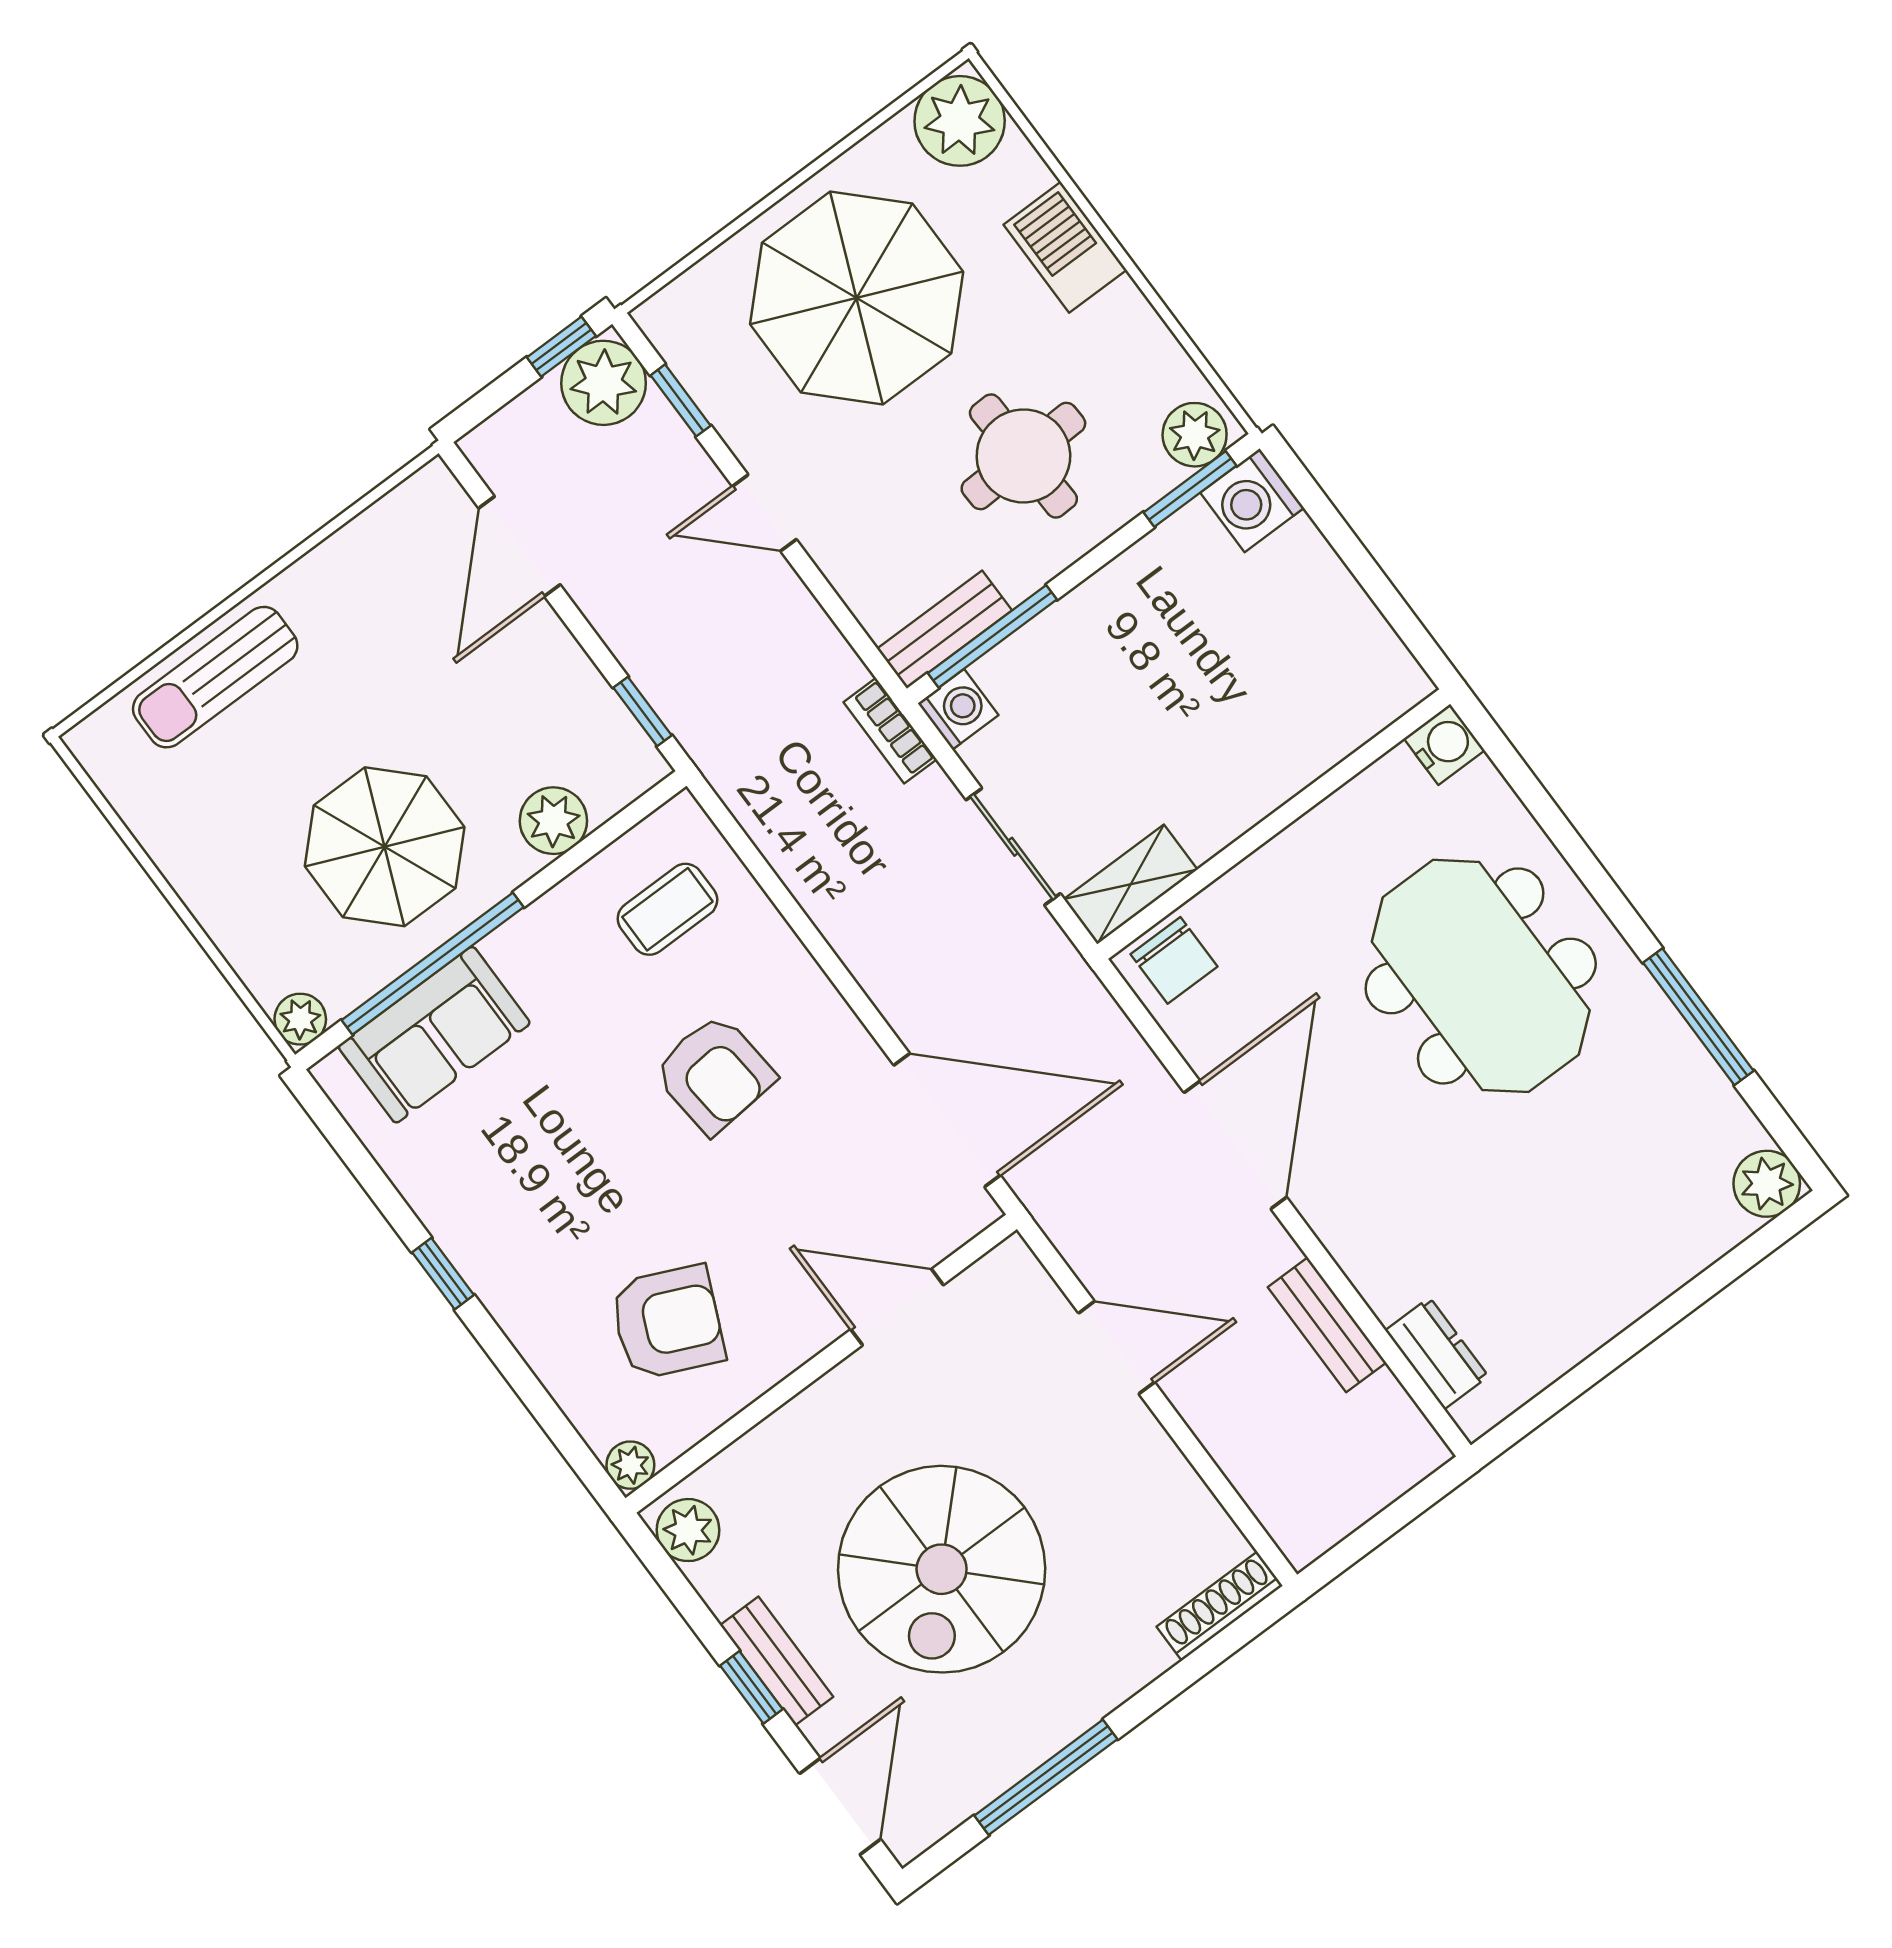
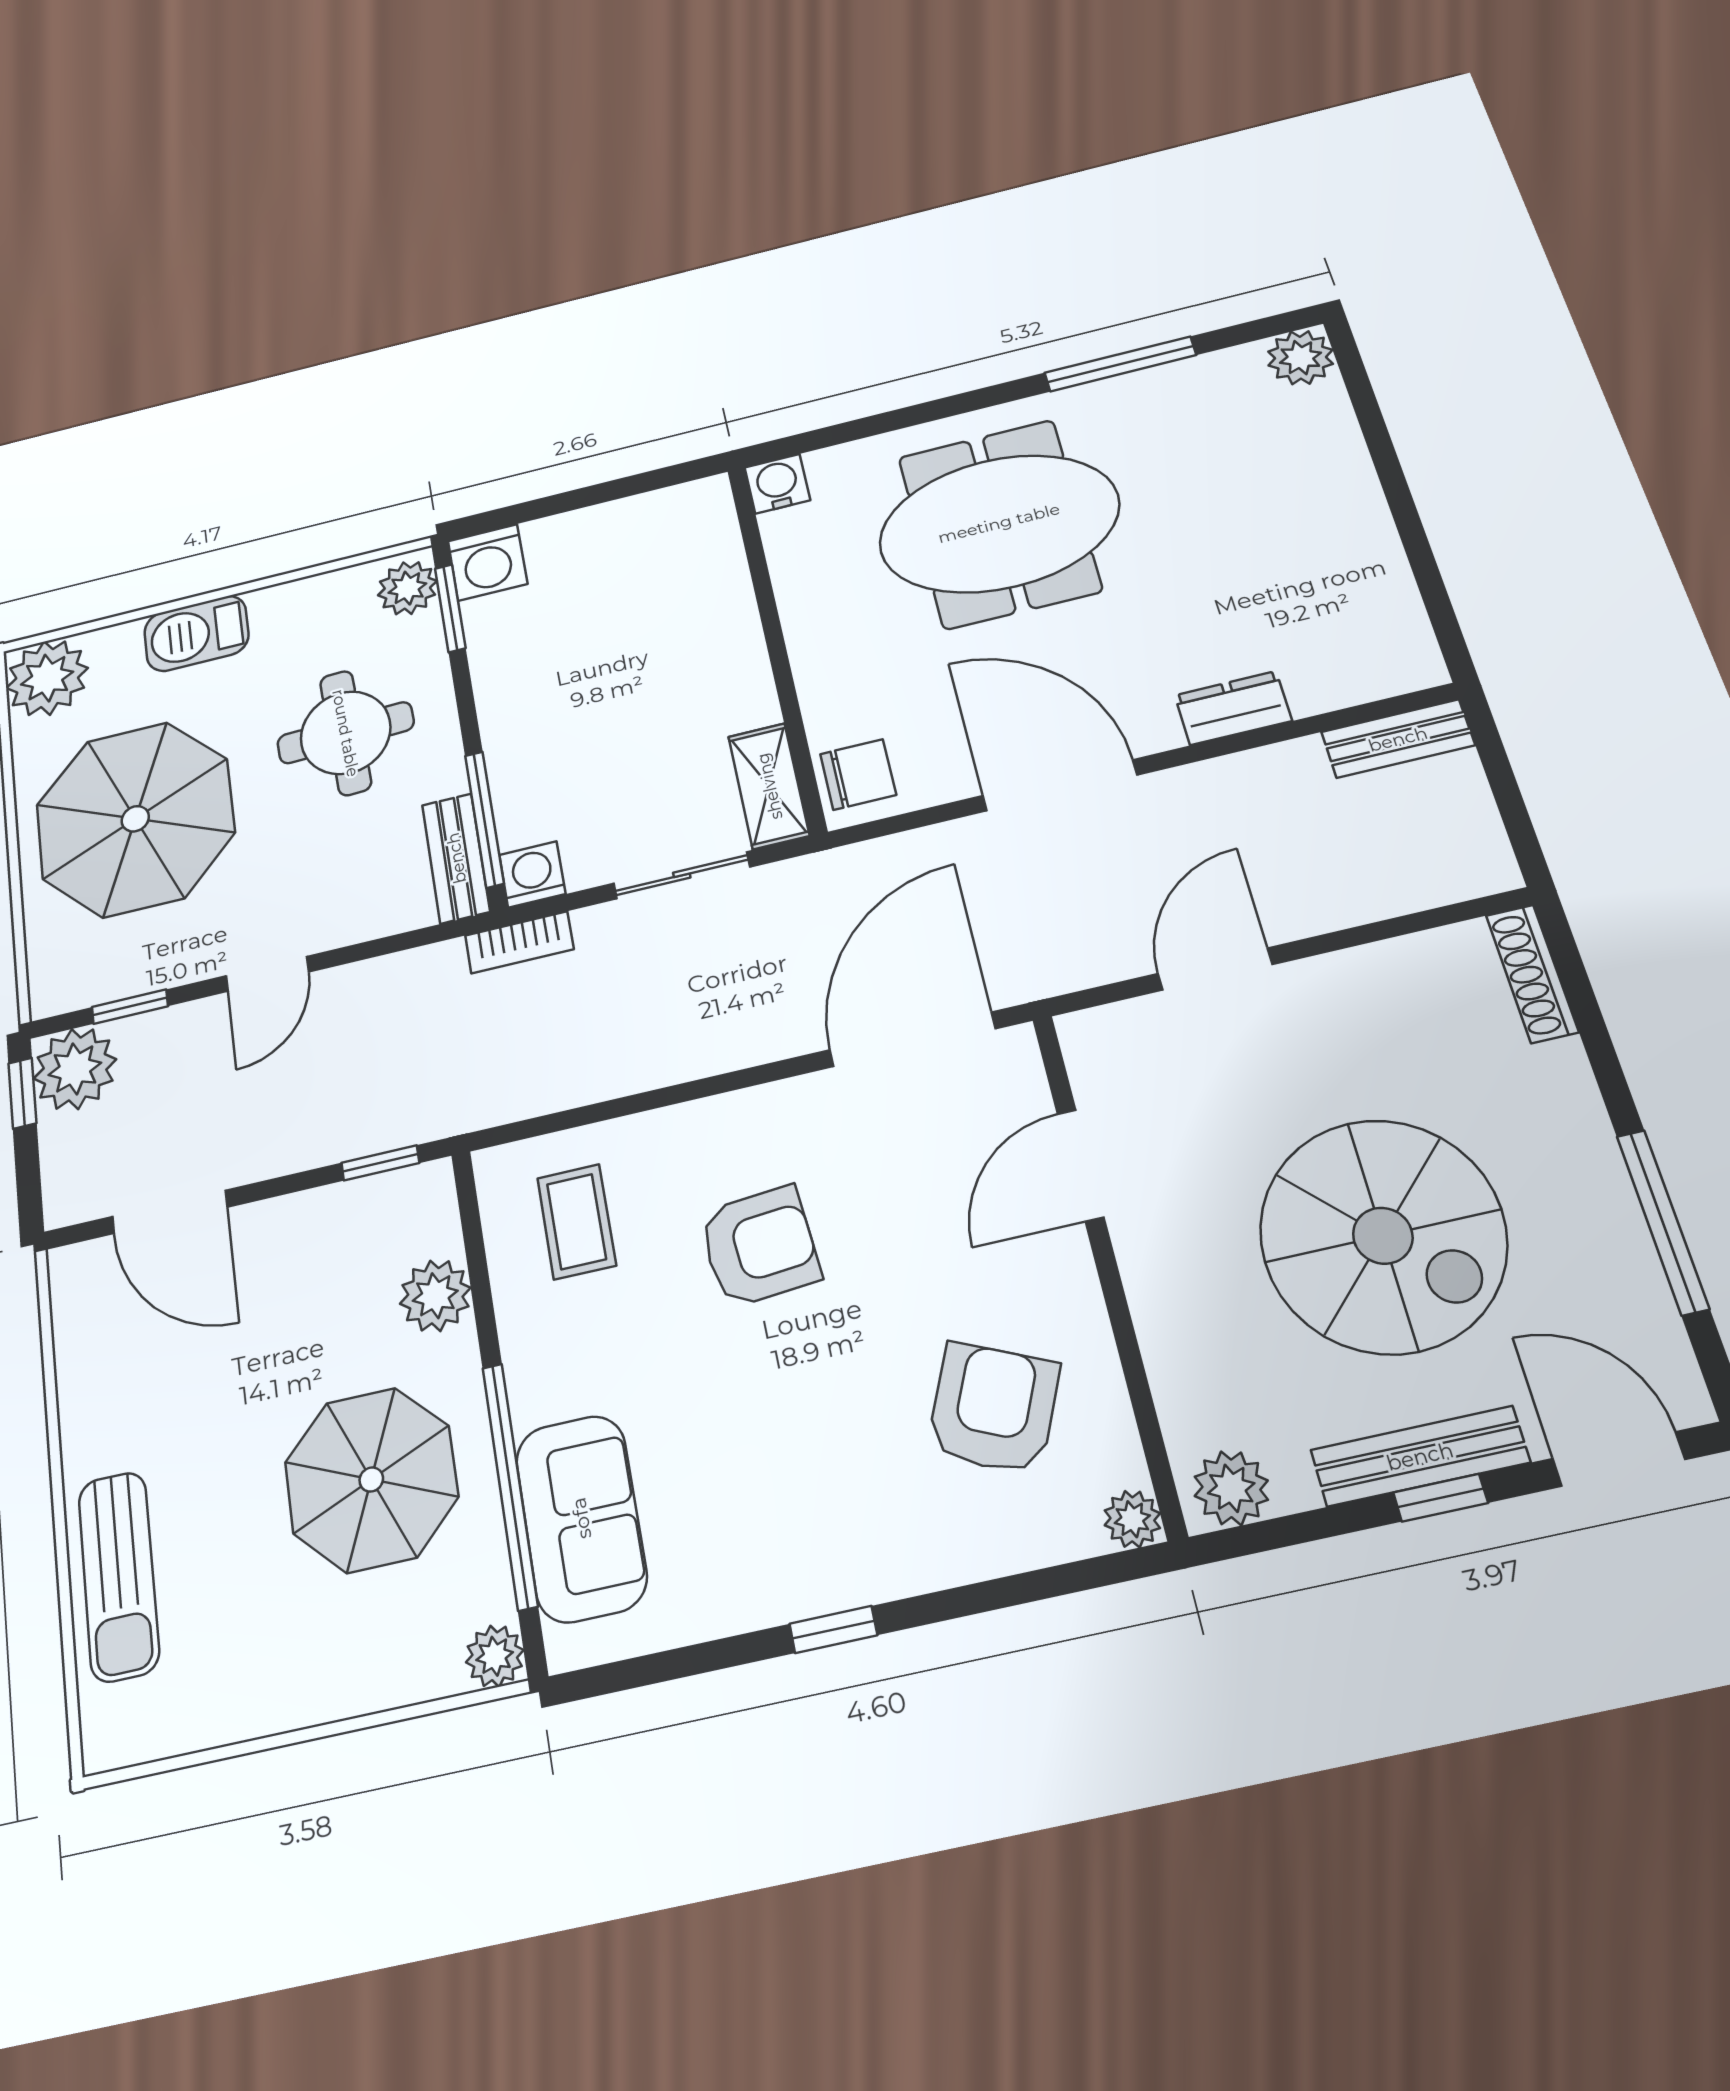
bench: (1327, 1325) -> (1398, 739), moved
dresser: (1437, 1353) -> (1233, 708), moved
bench: (777, 1661) -> (1420, 1456), width x1.36

